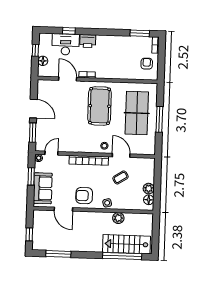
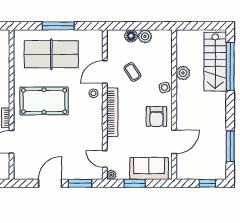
floor lamp: (149, 200) -> (131, 36), moved

